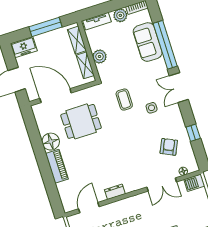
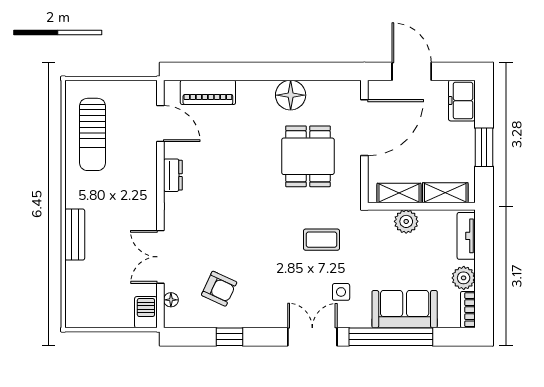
window: (45, 27) -> (484, 147), width x0.69
side table: (152, 108) -> (341, 292), moved
piano: (57, 166) -> (208, 92), moved

